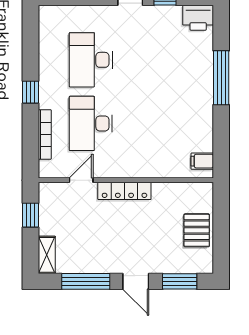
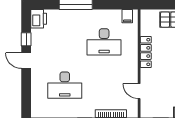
desk: (91, 123) -> (104, 42), moved
locker: (124, 191) -> (146, 52), moved

